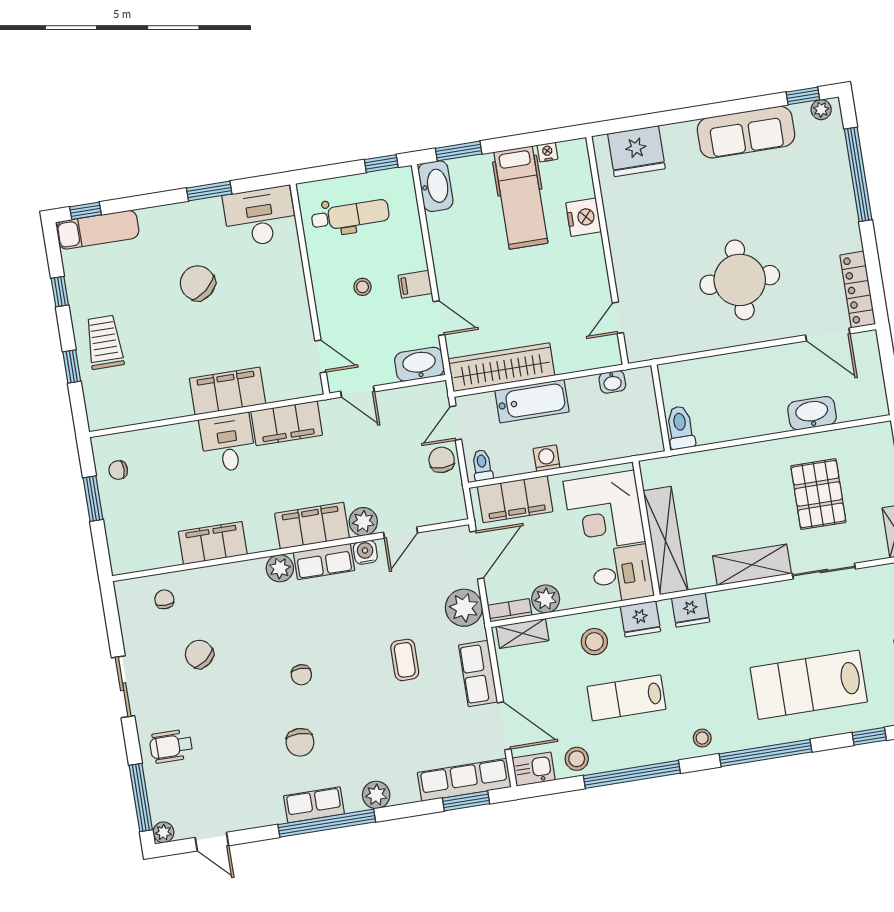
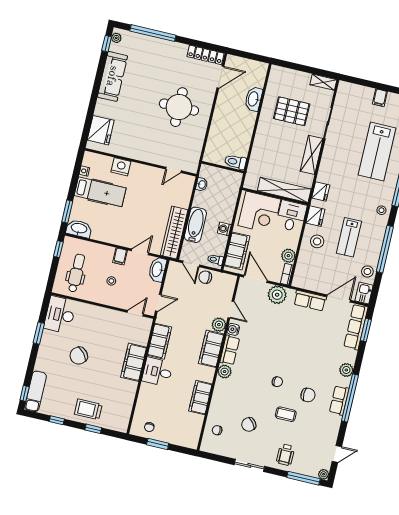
door: (618, 318) -> (173, 170), hinge flipped
shelving: (522, 633) -> (300, 273), removed
coffee table: (405, 660) -> (286, 414), moved

